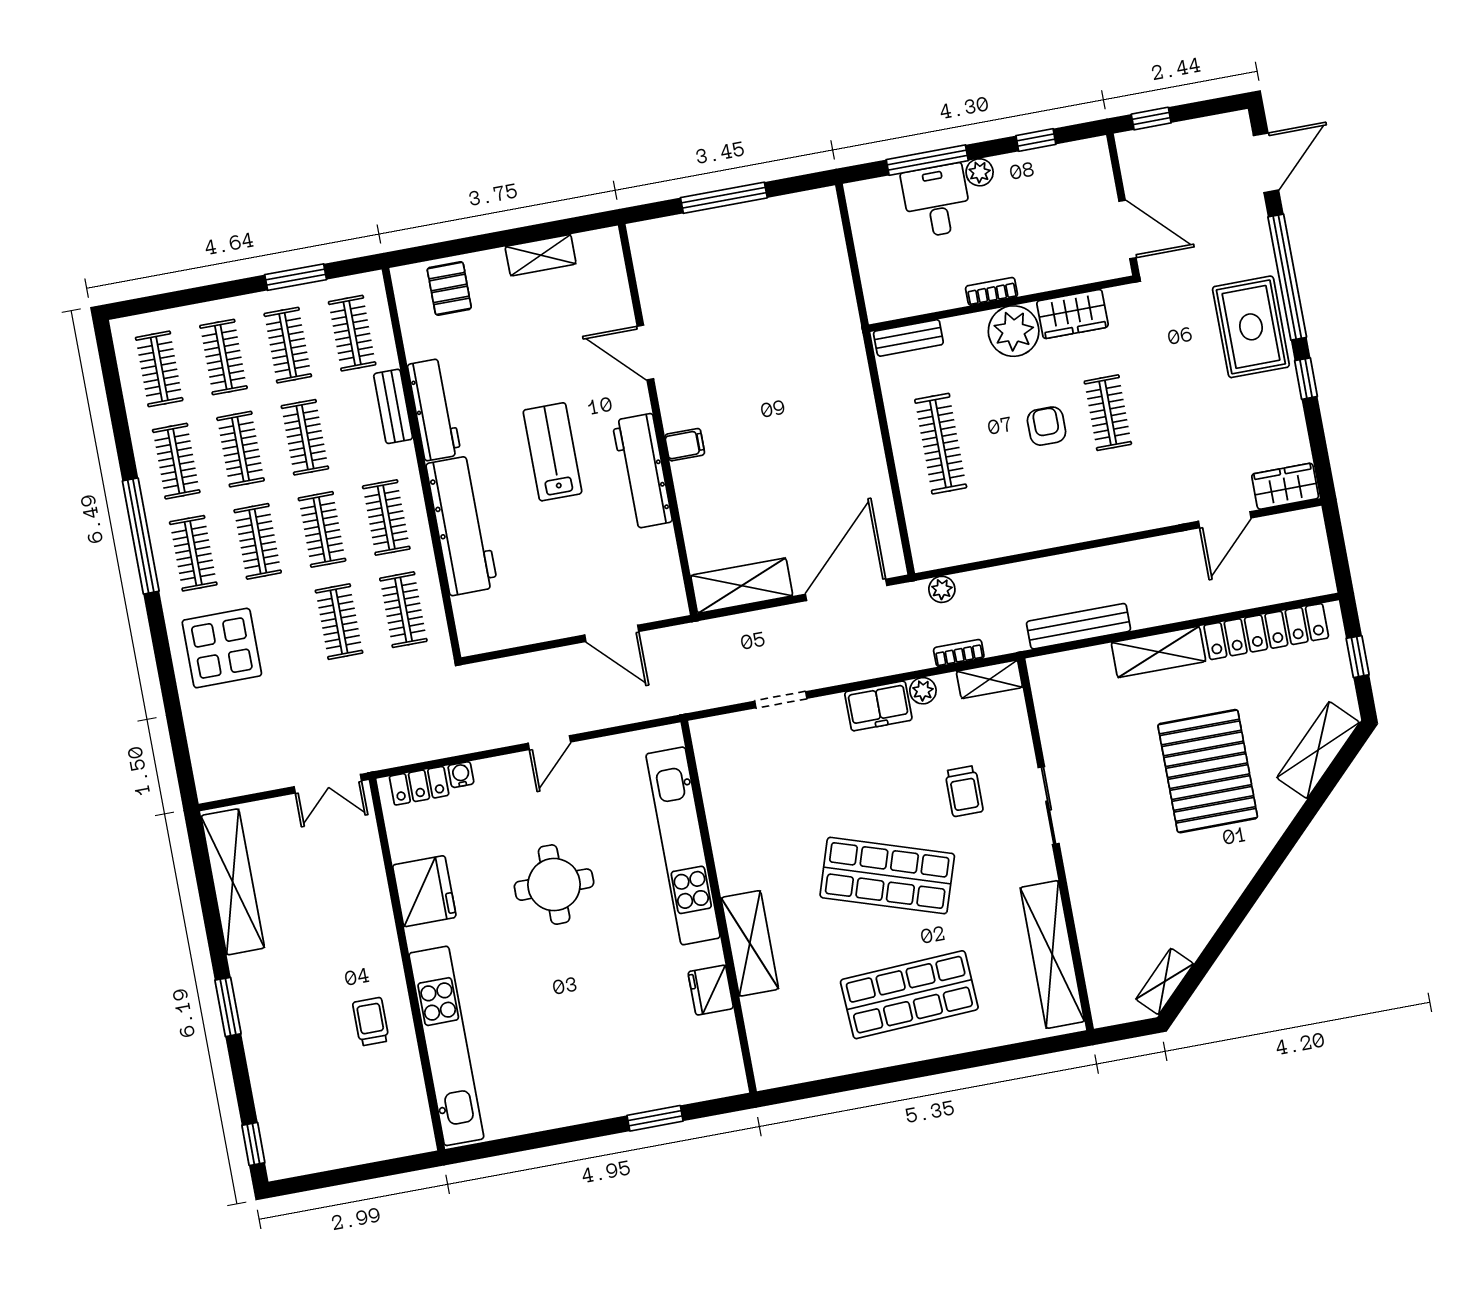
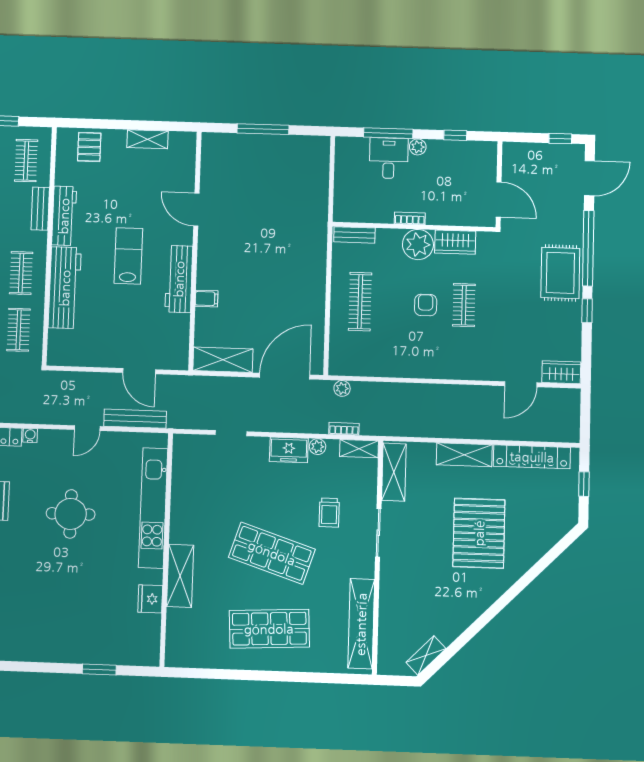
window: (1151, 119) -> (560, 139), moved
filing cabinet: (685, 445) -> (207, 299), moved
bench: (1079, 626) -> (135, 419), moved
shelving: (1318, 750) -> (394, 472), moved, turned -45

